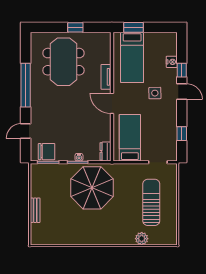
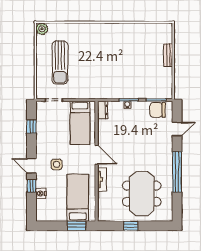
parasol: (92, 188) -> (115, 76), removed
plant: (142, 239) -> (42, 29), moved

